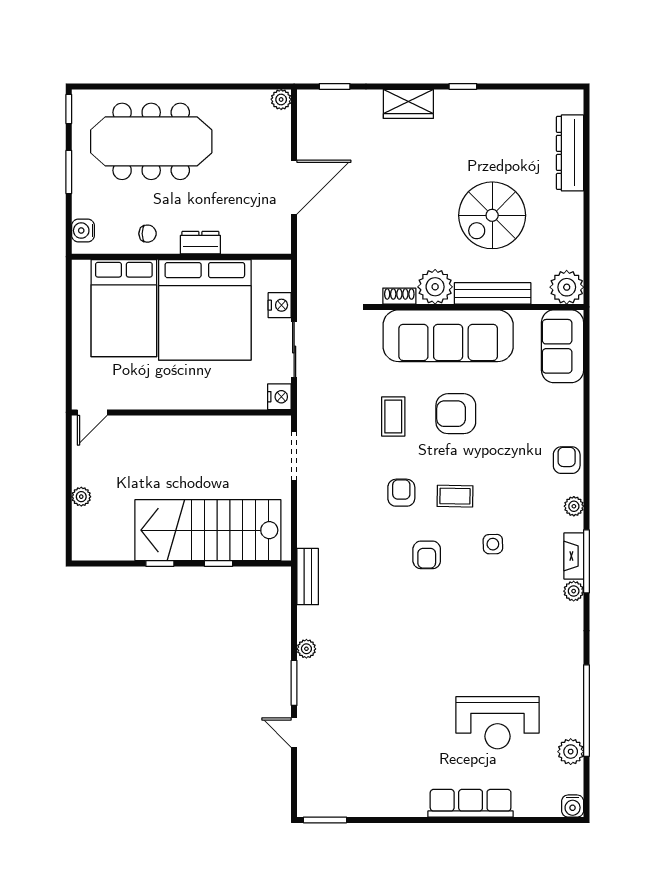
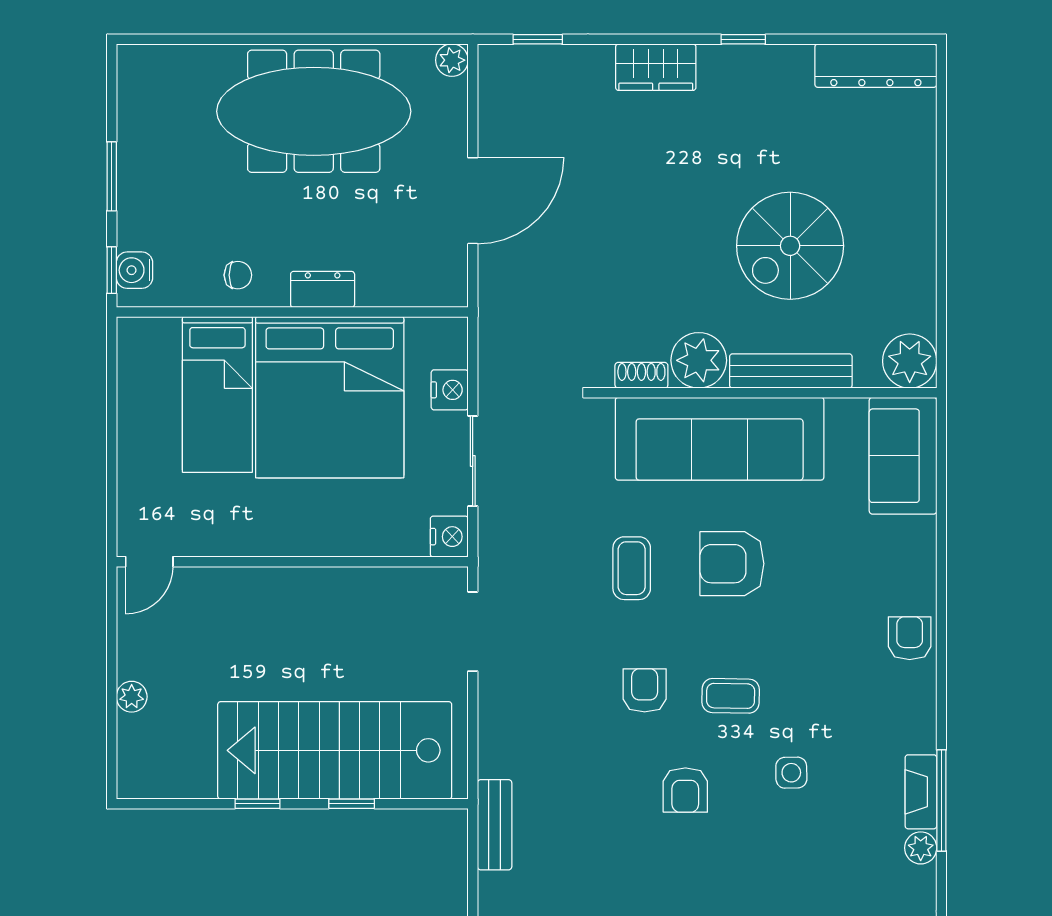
window: (69, 109) -> (112, 270), moved
meeting table: (151, 141) -> (314, 111), moved
dresser: (570, 153) -> (876, 66), moved, turned -90
bed: (124, 308) -> (217, 394), width x0.67
plant: (574, 506) -> (921, 712), removed

